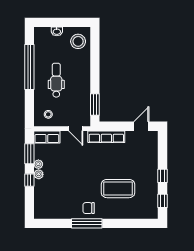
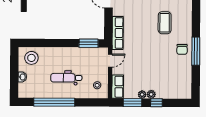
coffee table: (118, 189) -> (165, 23), width x0.73, depth x0.76

